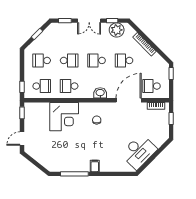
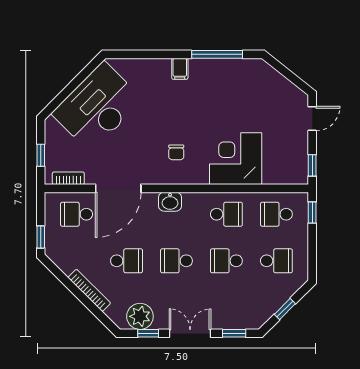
school desk: (97, 60) -> (176, 261), turned 180
school desk: (151, 86) -> (77, 214), turned 180
desk: (139, 152) -> (97, 107), width x1.36, depth x1.30

